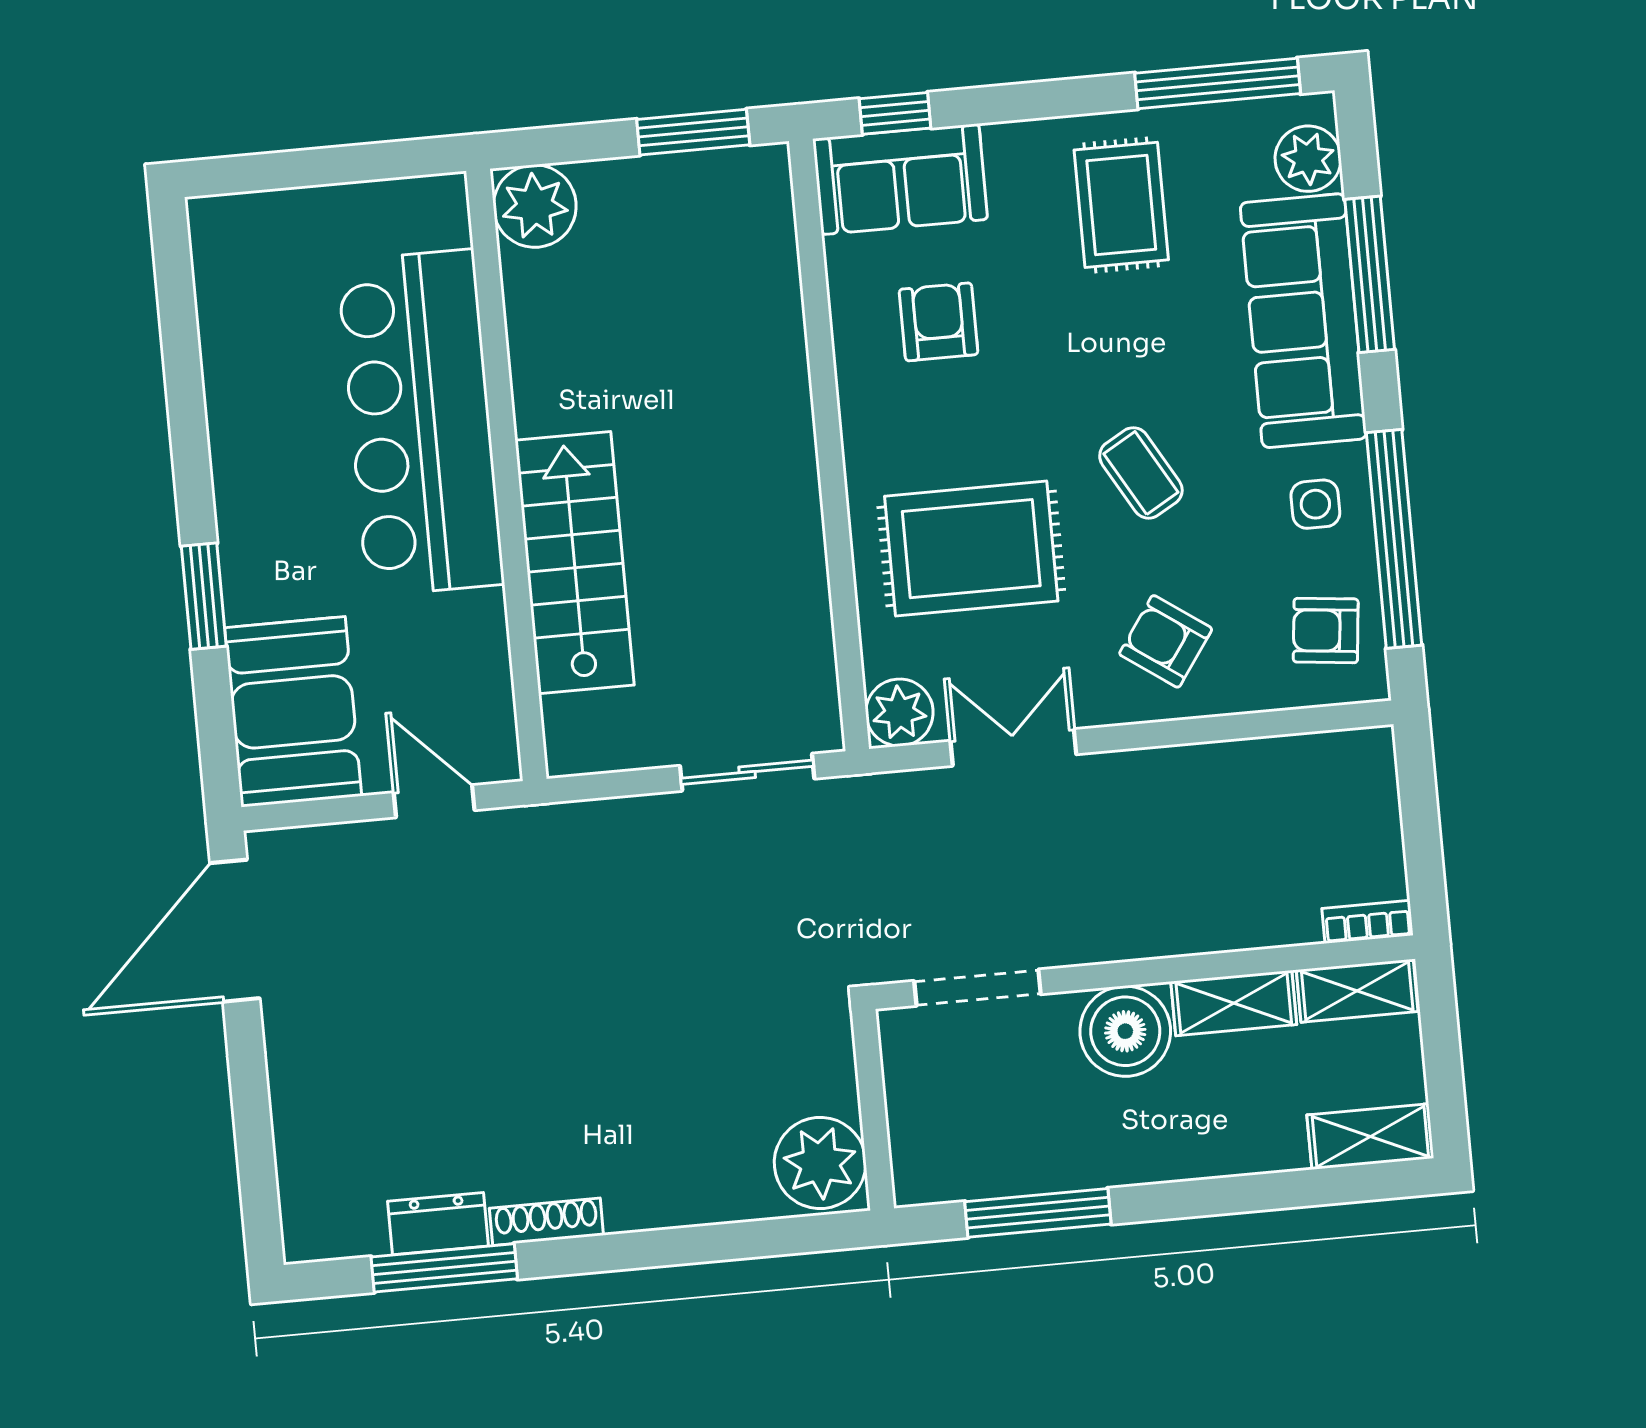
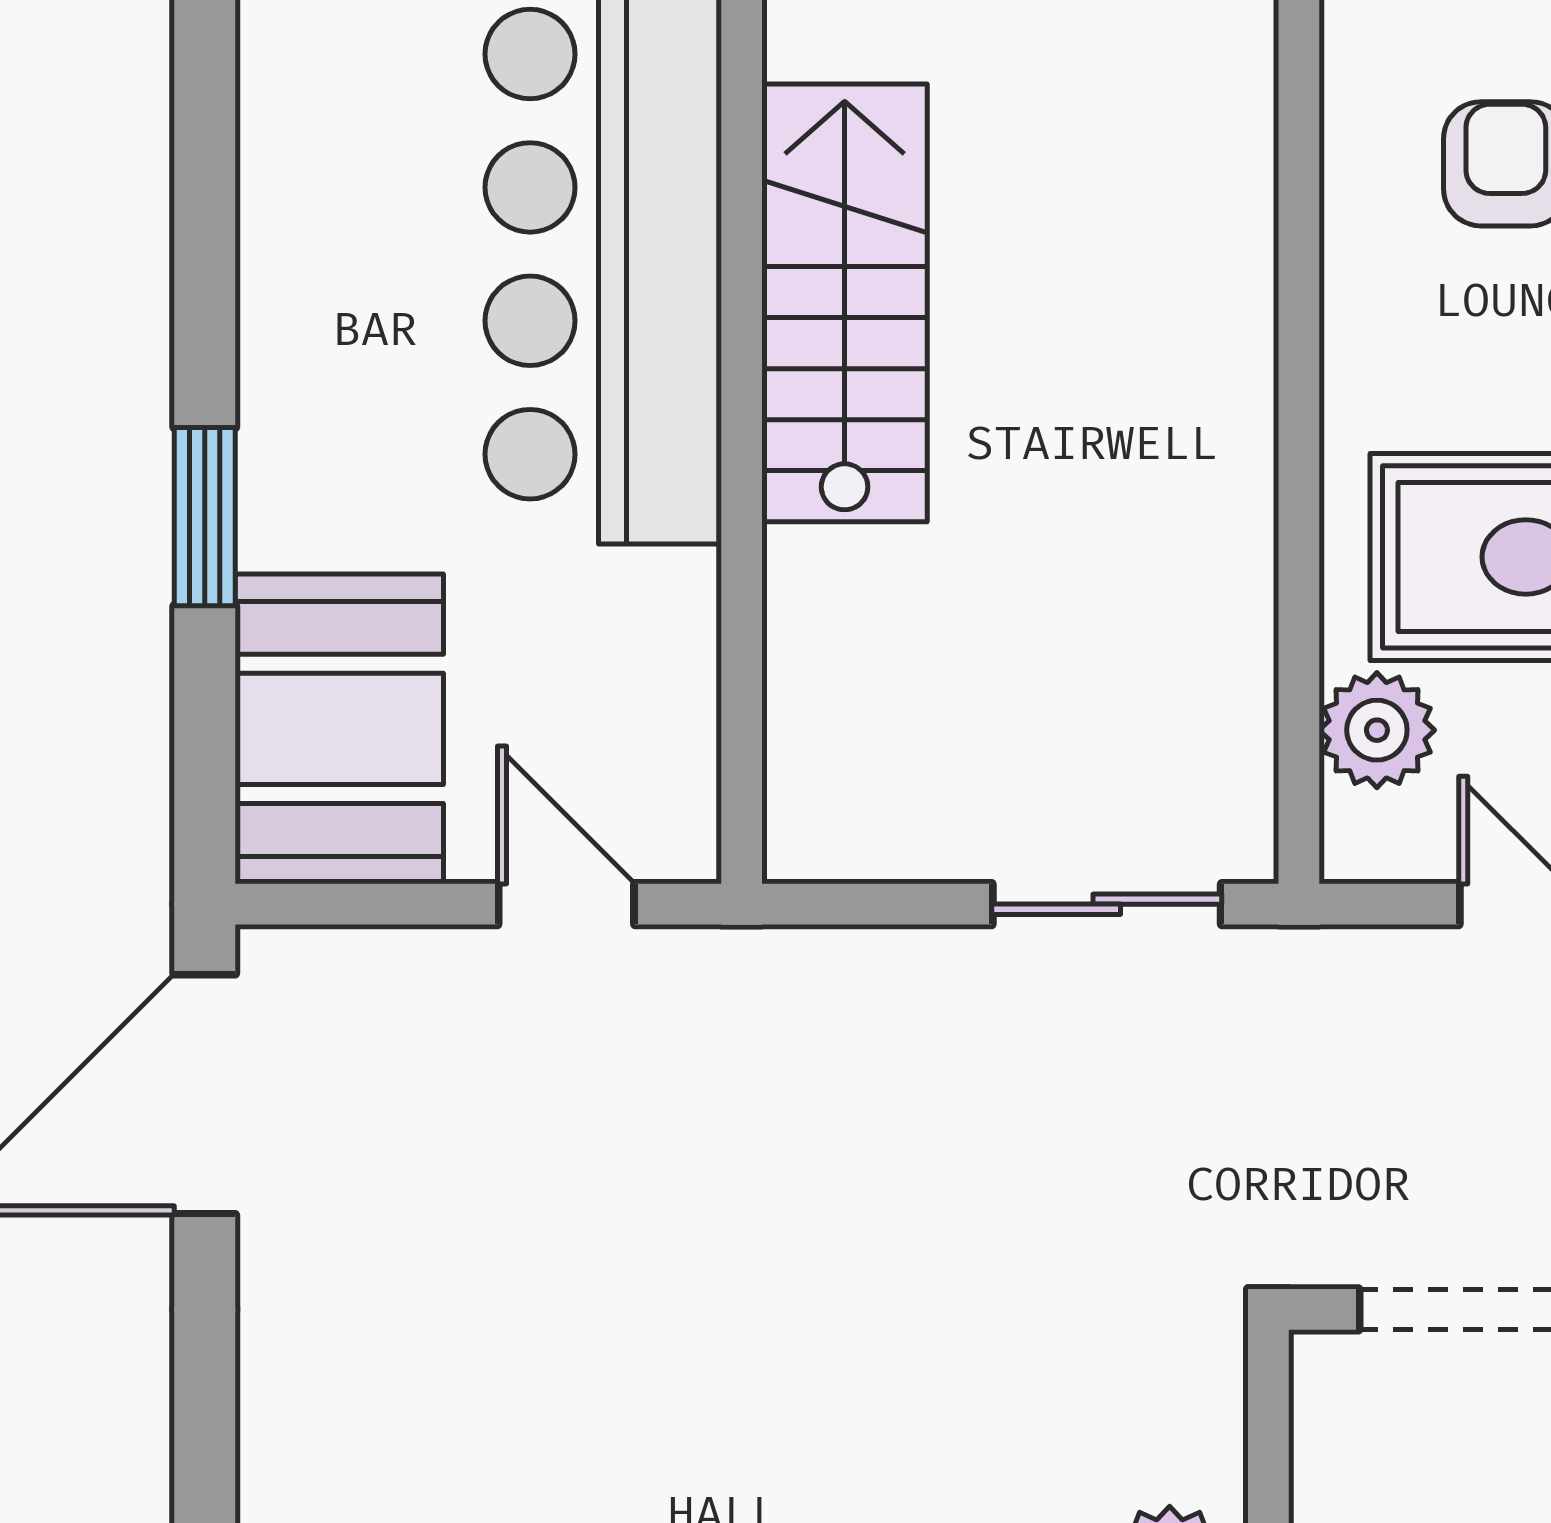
stairs: (575, 563) -> (845, 303), moved
plant: (899, 712) -> (1377, 730), moved

